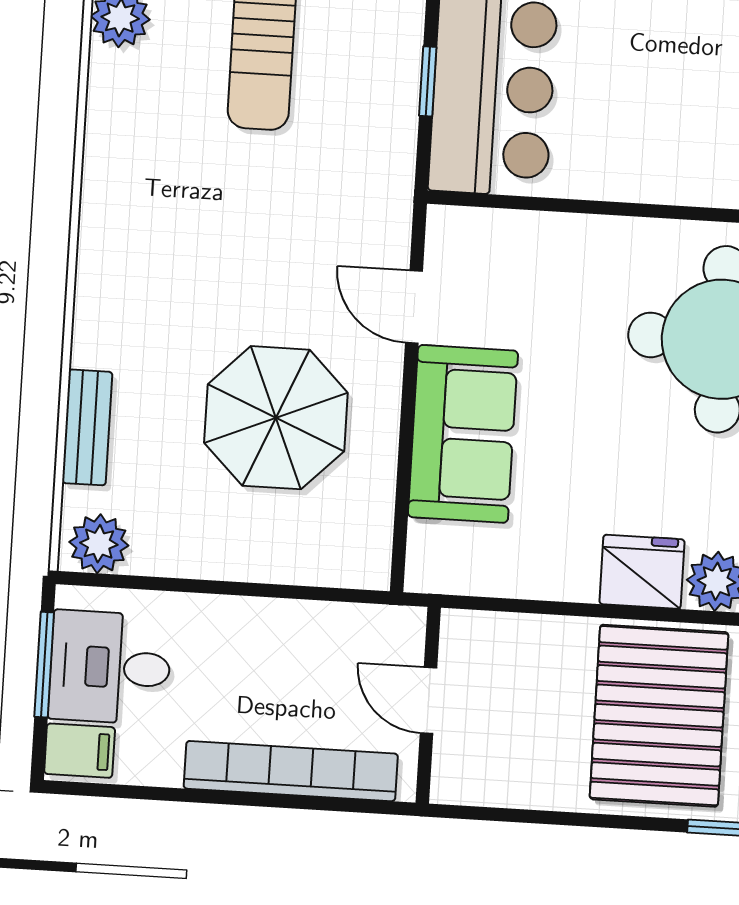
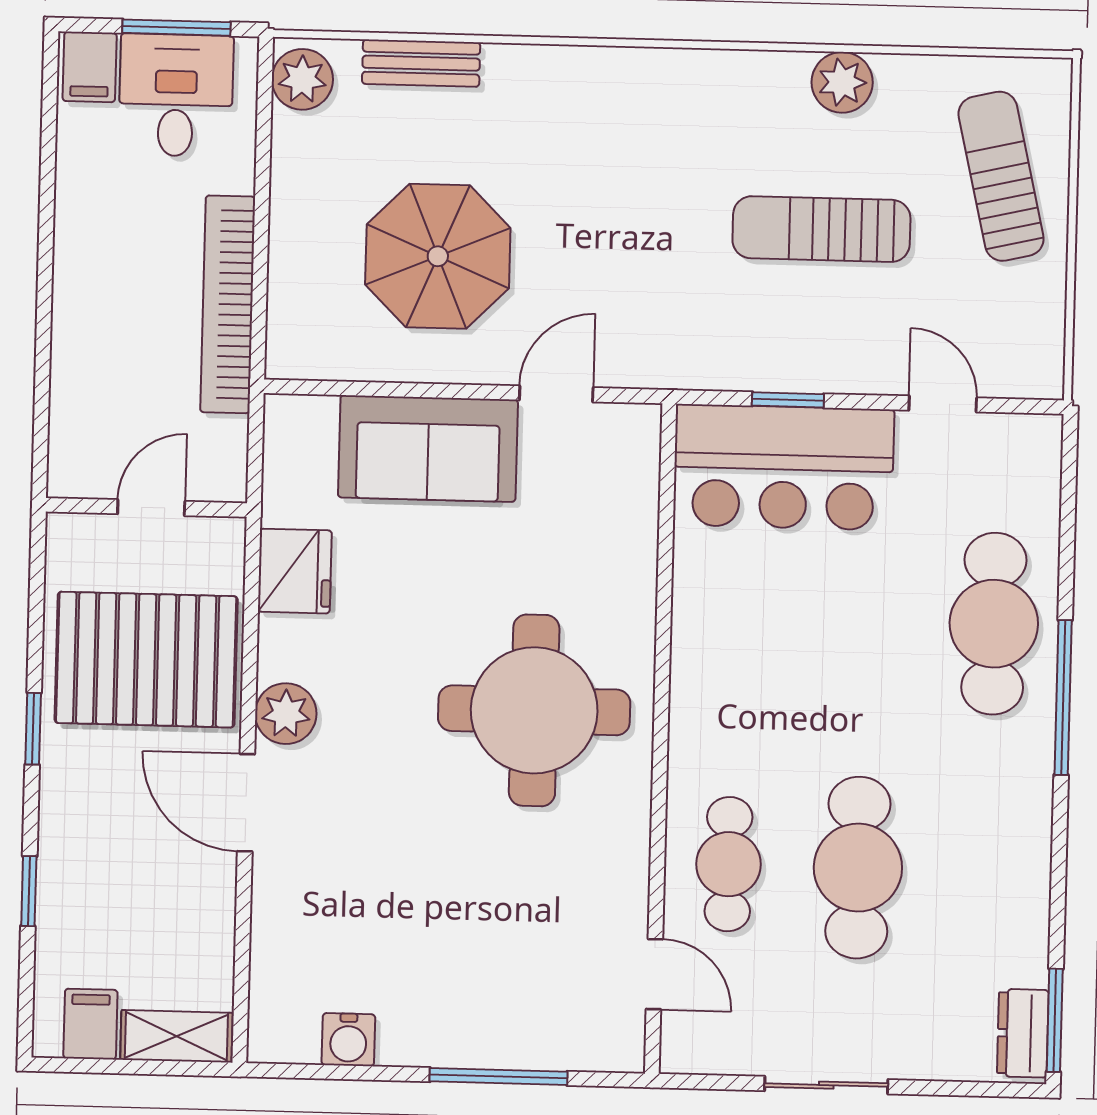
fridge: (642, 572) -> (295, 571), moved
door: (429, 701) -> (151, 508), moved
wall: (428, 705) -> (146, 507), moved
bookcase: (291, 771) -> (228, 304), moved, turned 180

